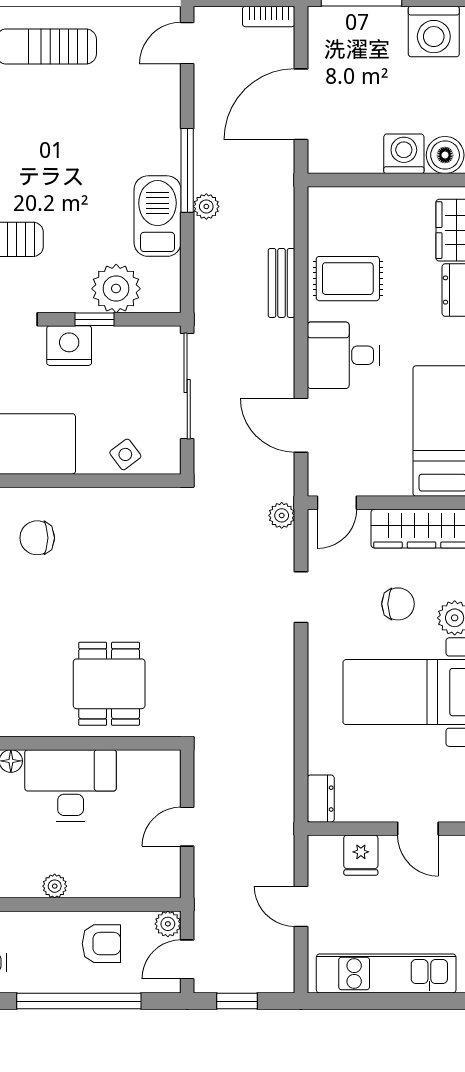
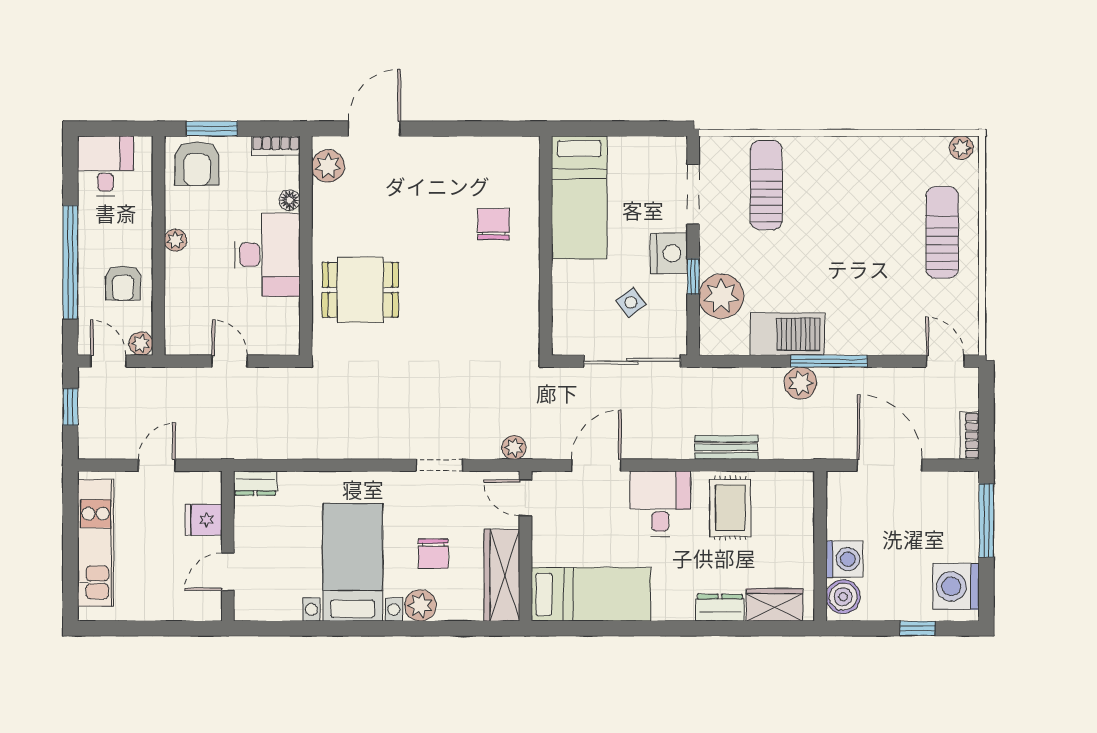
plant: (206, 206) -> (801, 383), width x1.38, depth x1.38
side table: (125, 454) -> (631, 303), moved

